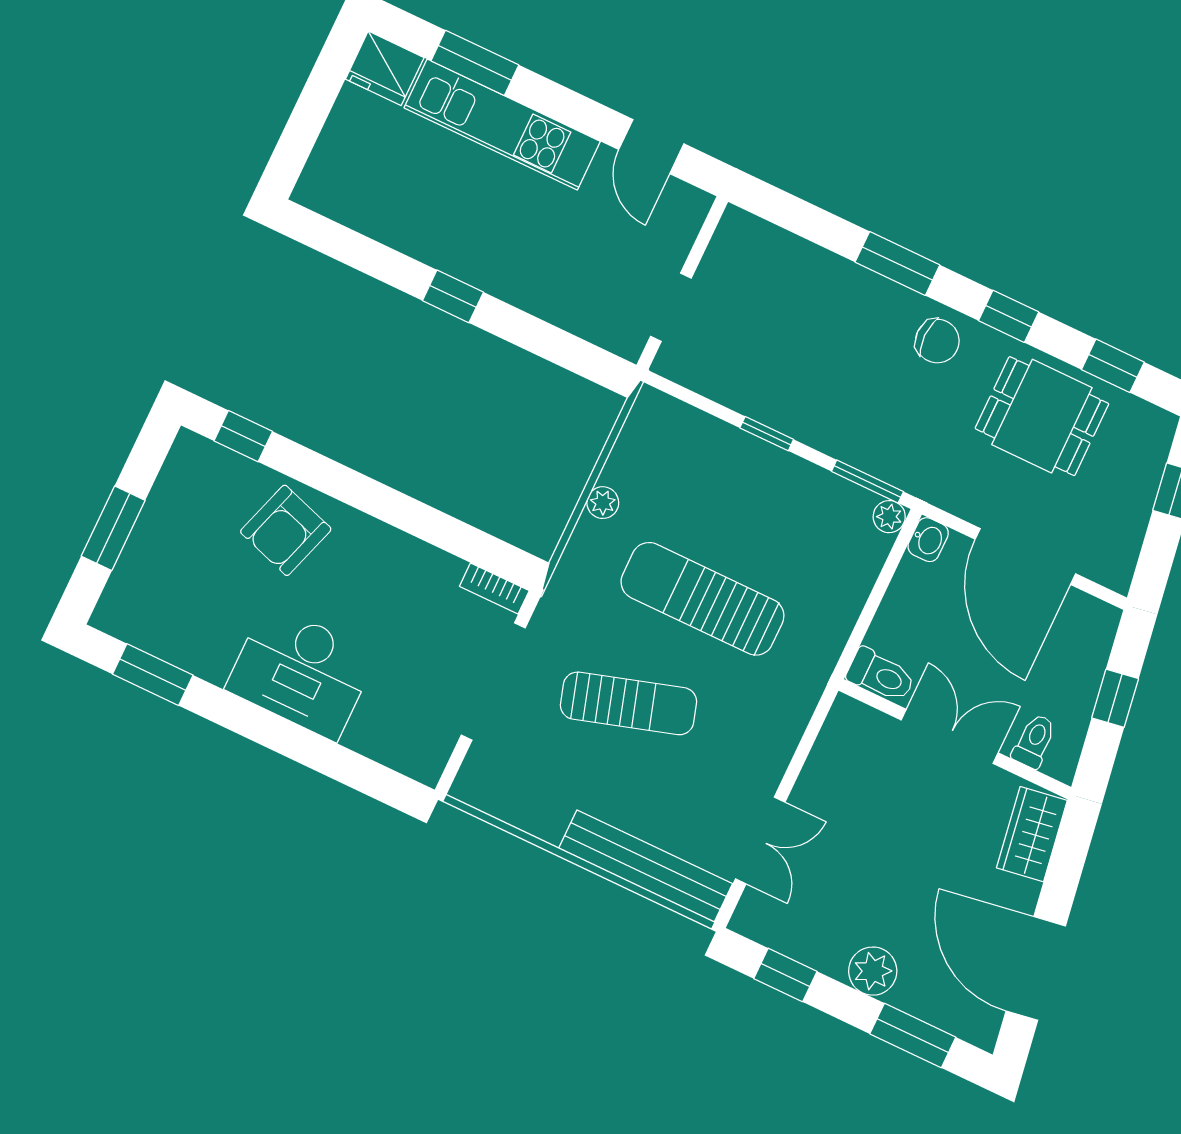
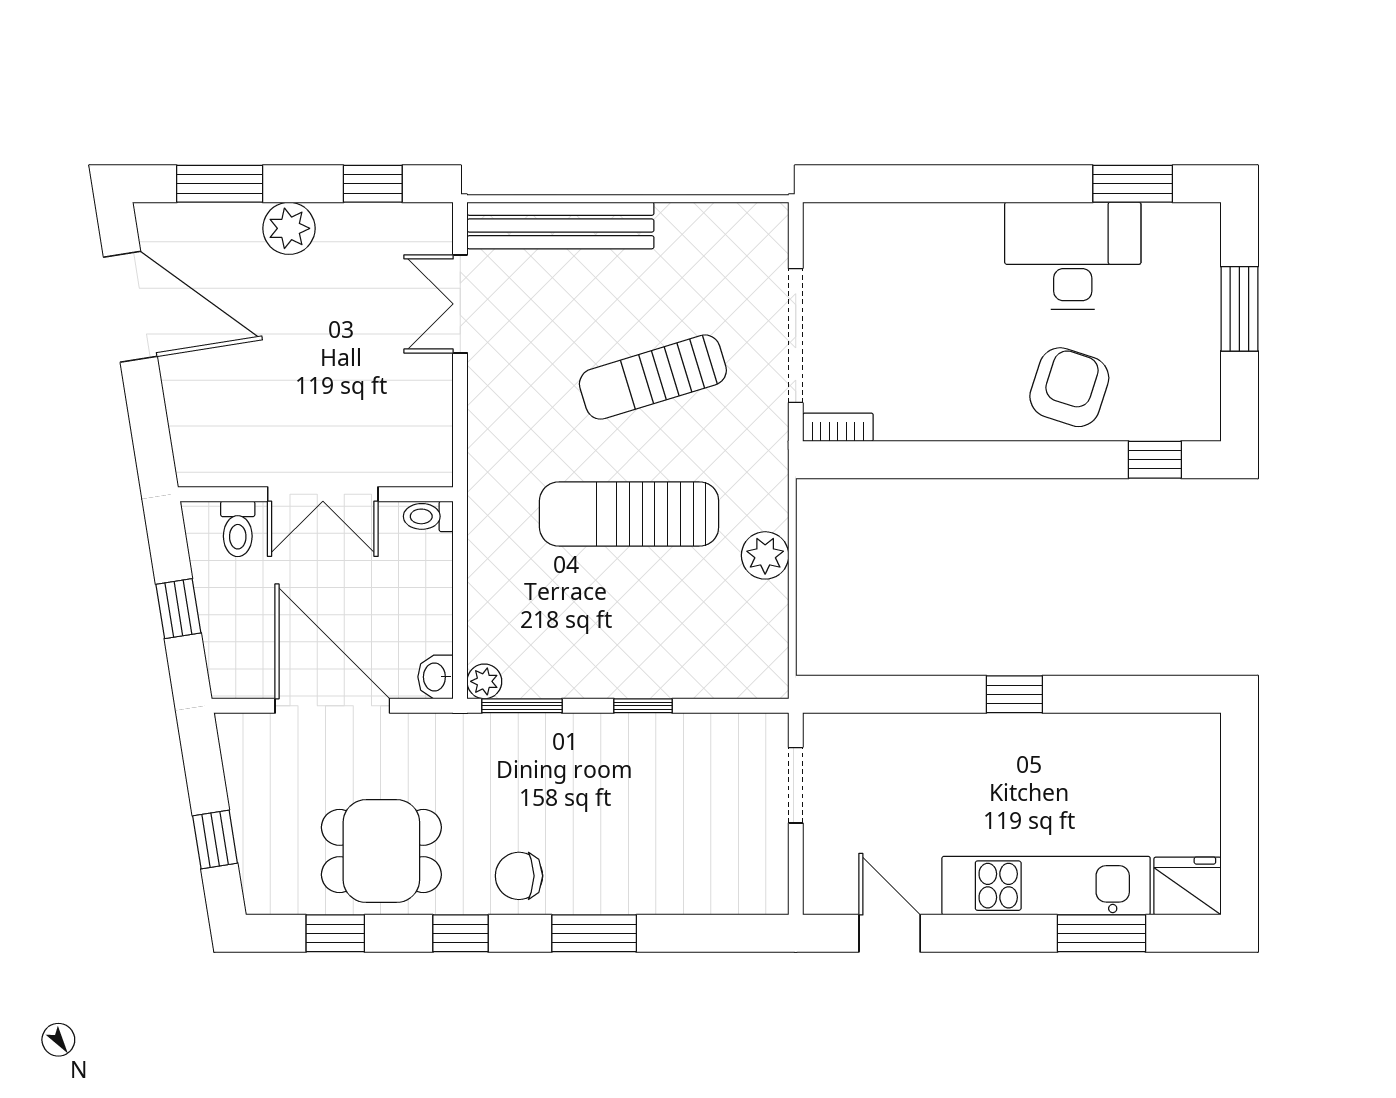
plant: (603, 503) -> (765, 555), width x1.37, depth x1.37
sun lounger: (702, 599) -> (629, 514), turned 180
desk: (301, 672) -> (1073, 256), moved
toilet: (881, 675) -> (428, 516), width x0.73, depth x0.72
wardrobe: (1032, 834) -> (197, 437), removed

